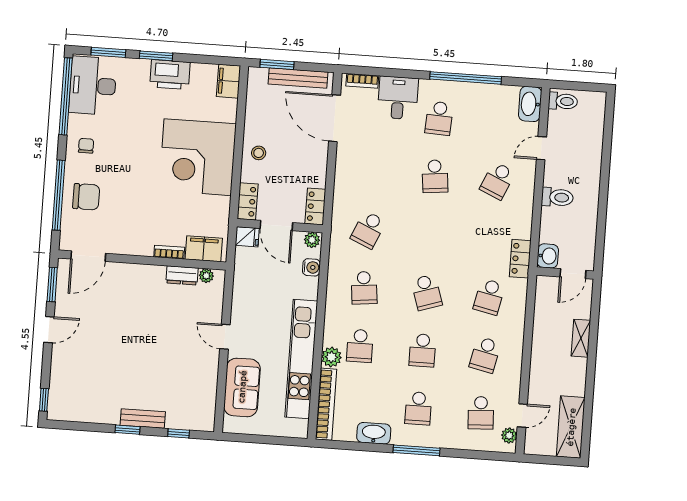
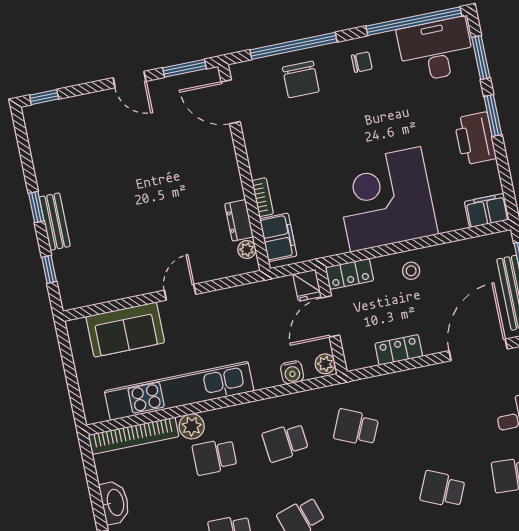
school desk: (435, 176) -> (442, 489), turned 30
locker: (315, 206) -> (399, 350), moved

